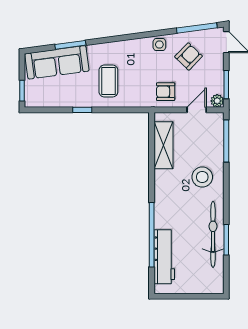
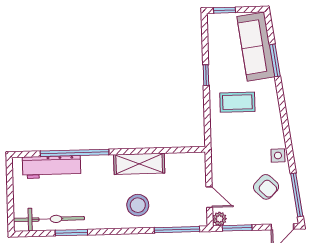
armchair: (166, 92) -> (228, 163), removed
shelving: (164, 145) -> (139, 164), moved
bicycle: (213, 234) -> (49, 219), moved

